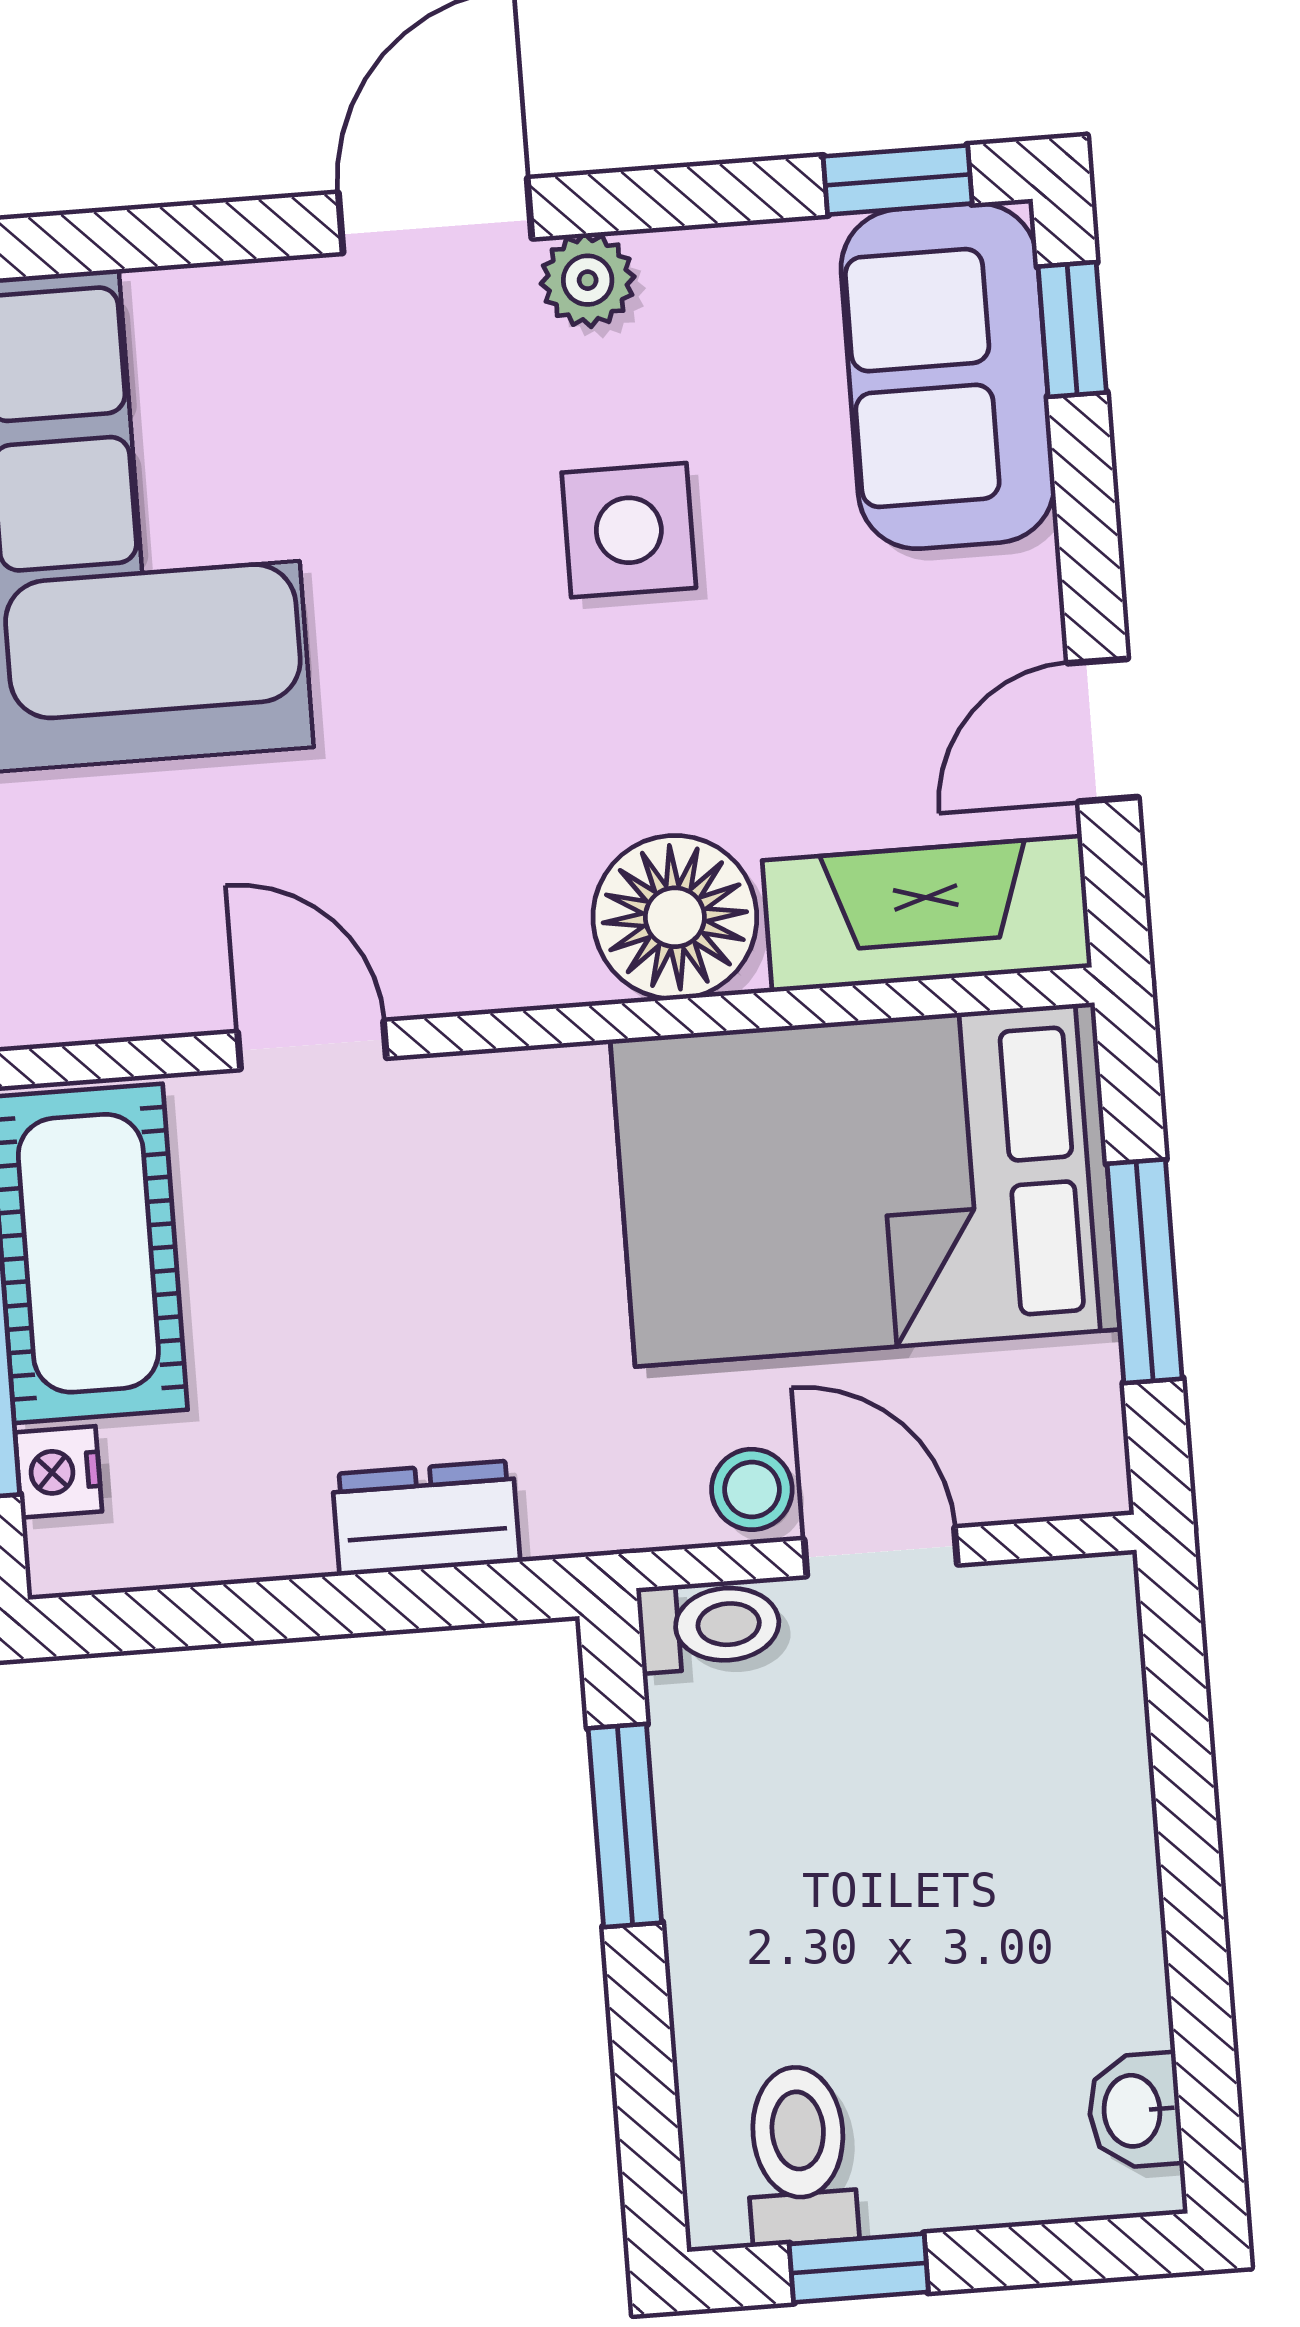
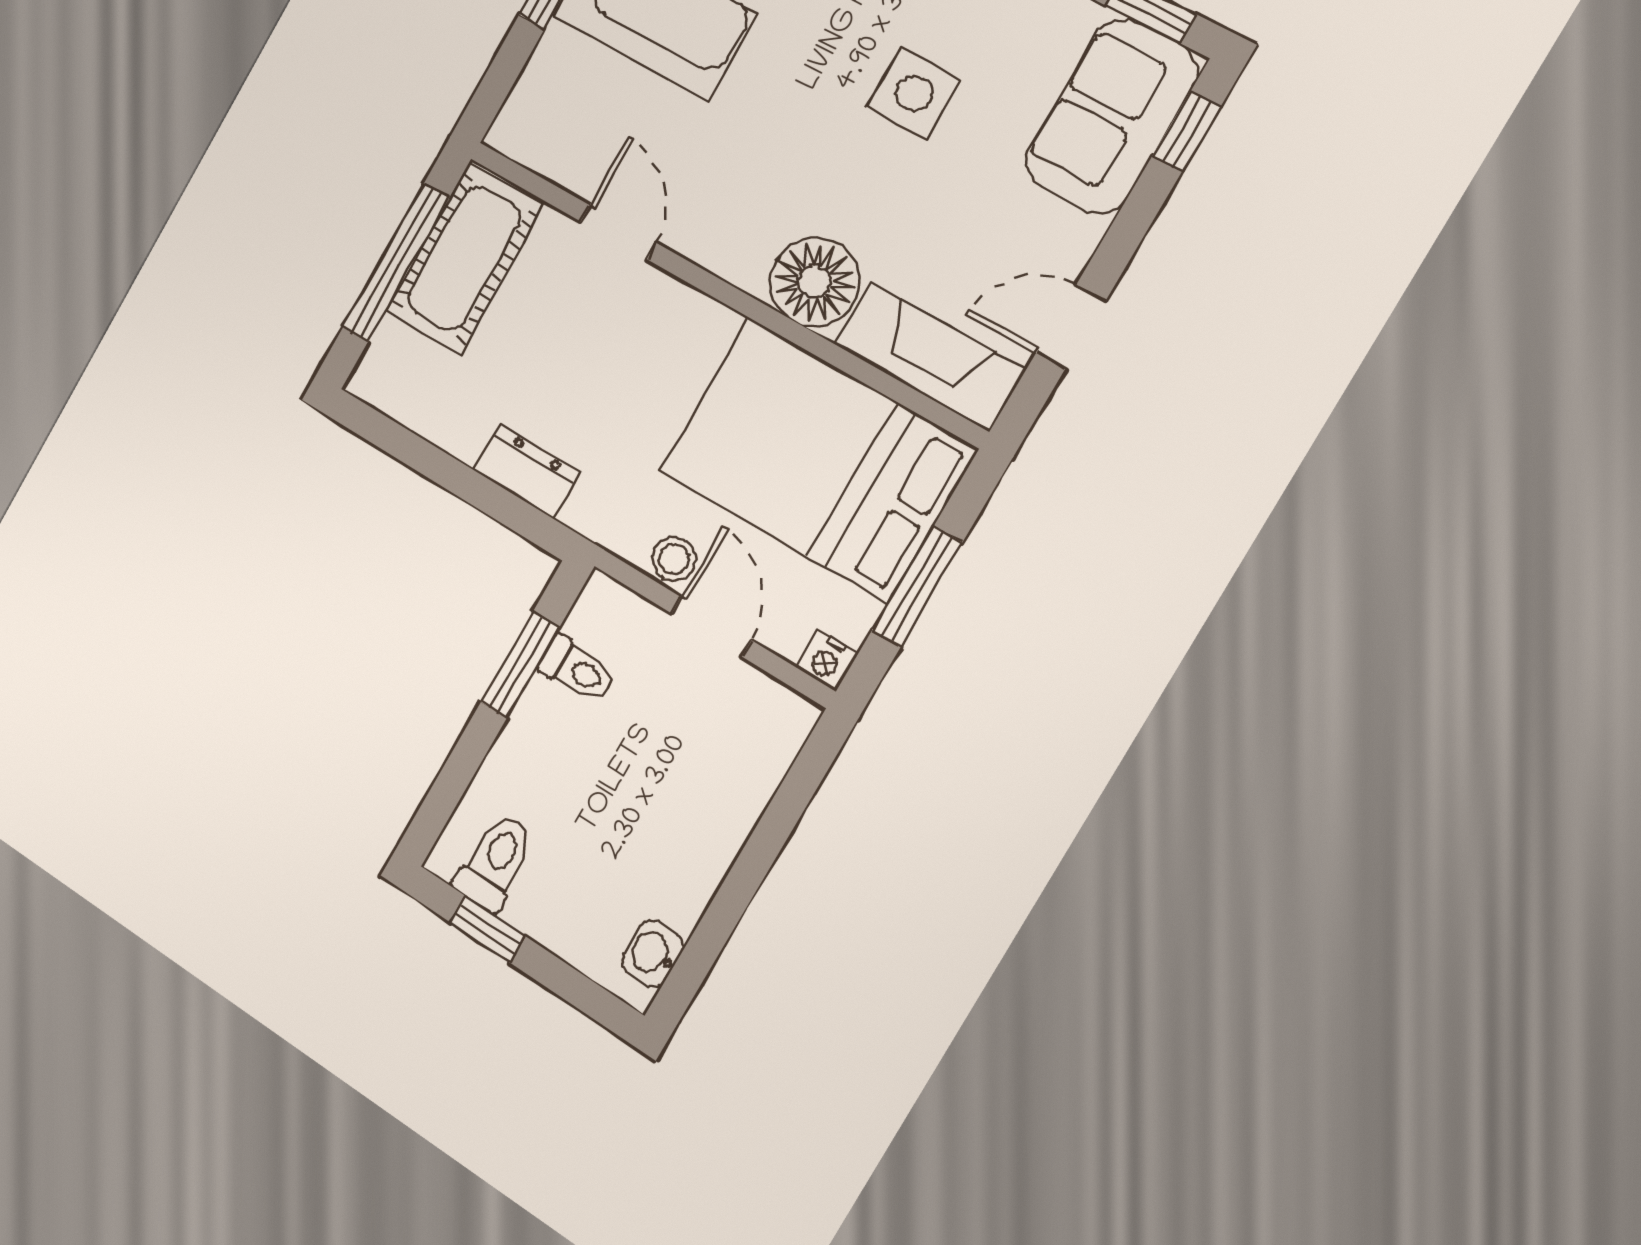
nightstand: (58, 1472) -> (827, 661), moved, turned -90
toilet: (709, 1626) -> (577, 669), moved

